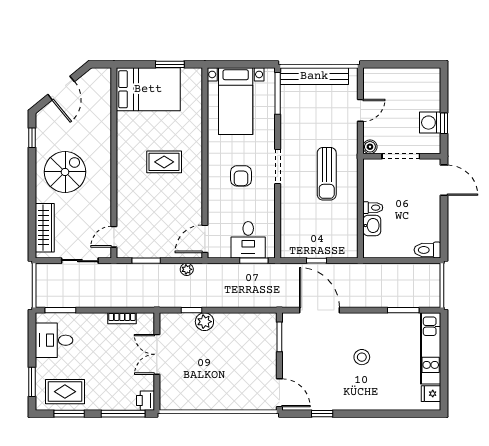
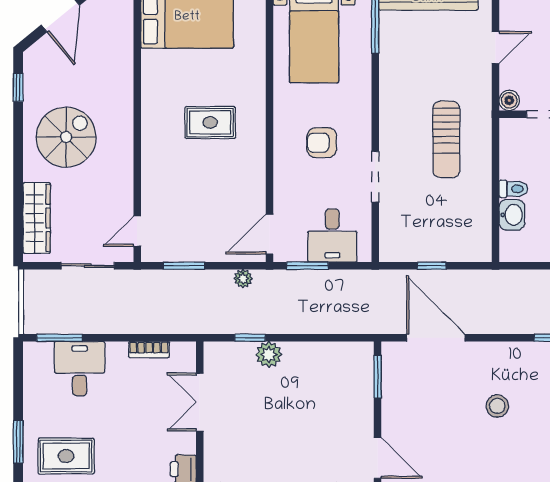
doorway: (278, 166) -> (375, 177), moved
armchair: (241, 176) -> (322, 143), turned 90
window: (254, 261) -> (307, 266), moved
desk: (54, 340) -> (80, 369), moved, turned 90

